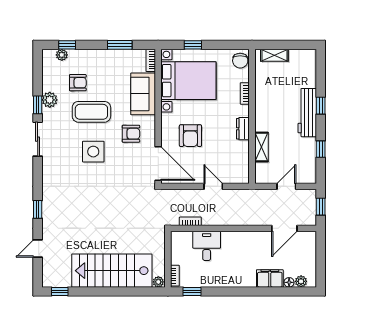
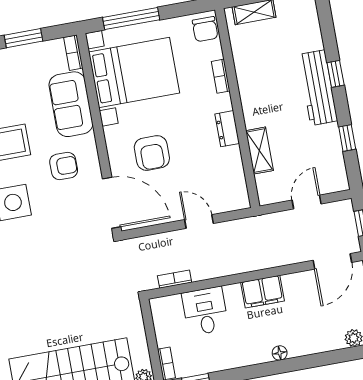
window: (193, 45) -> (131, 19), width x2.17
door: (284, 228) -> (332, 261), moved
filing cabinet: (270, 278) -> (262, 292), moved, turned 180
floor lamp: (289, 282) -> (280, 353), moved

